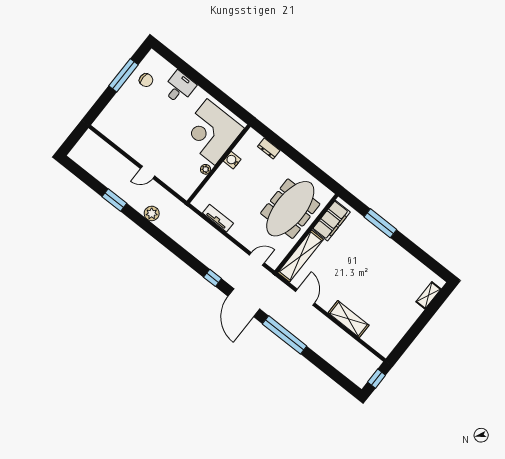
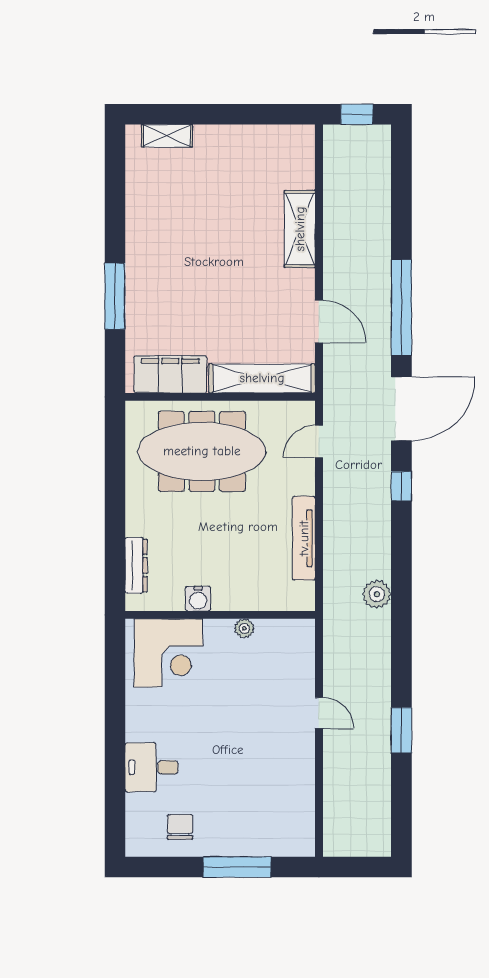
window: (124, 75) -> (237, 867), moved
corner desk: (211, 132) -> (168, 653), width x0.74, depth x0.74
dresser: (269, 148) -> (136, 565), width x1.44
plant: (152, 213) -> (377, 594), moved
tv unit: (218, 218) -> (304, 538), width x1.41
door: (257, 259) -> (319, 442), hinge flipped
door: (305, 297) -> (319, 322), swing flipped

